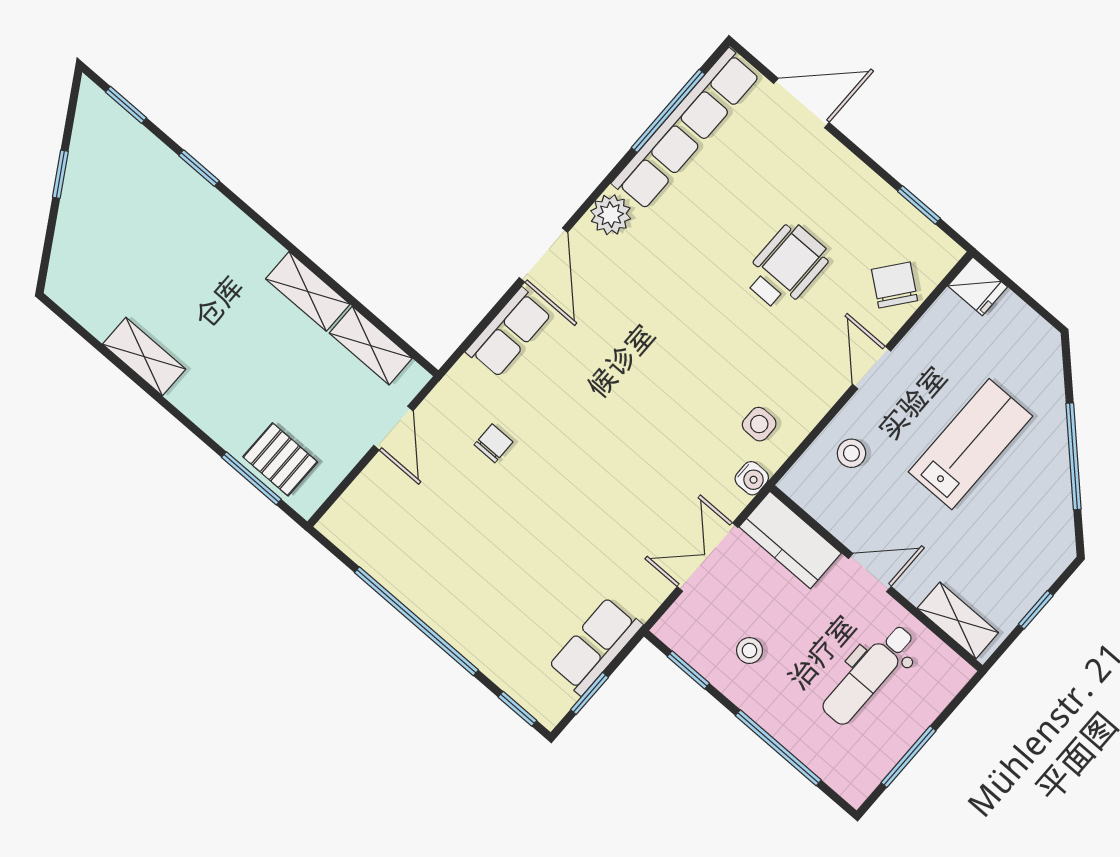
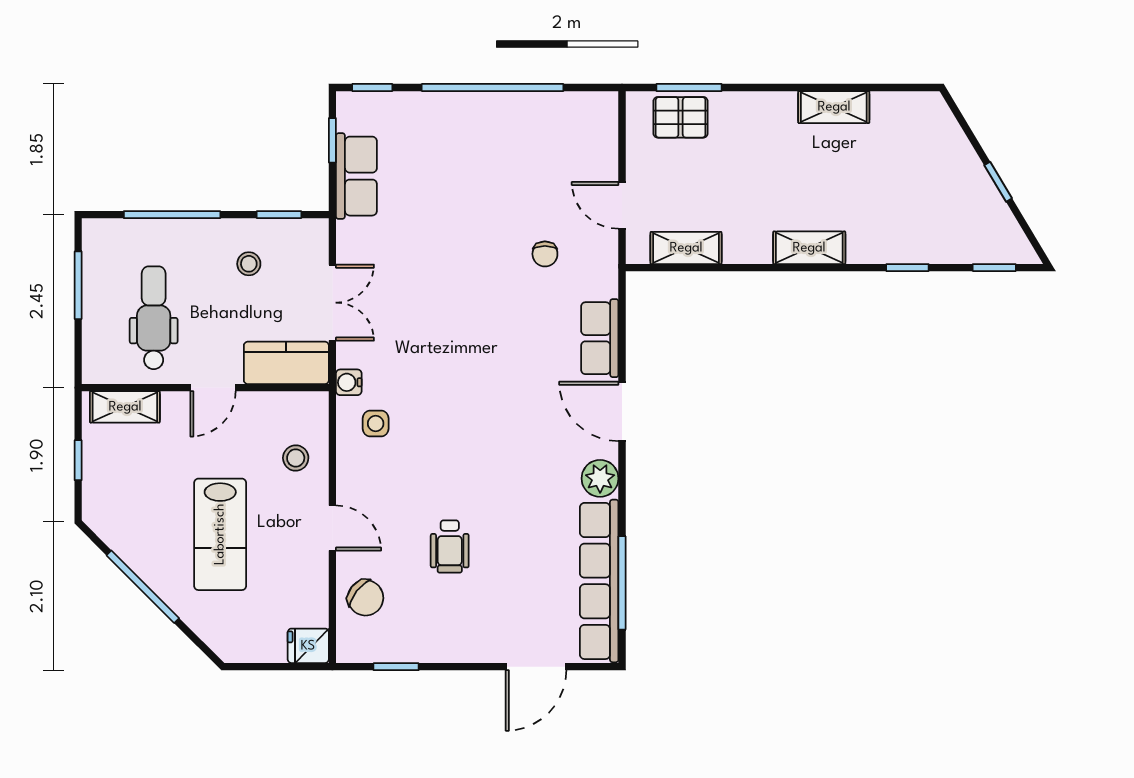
wheelchair: (786, 267) -> (450, 546), width x0.73, depth x0.73
shelving: (308, 291) -> (809, 248), moved

